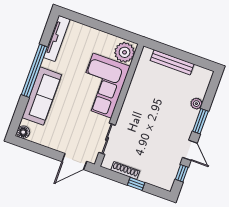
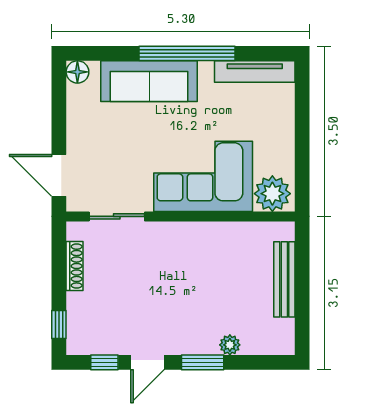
window: (136, 184) -> (59, 325), moved

